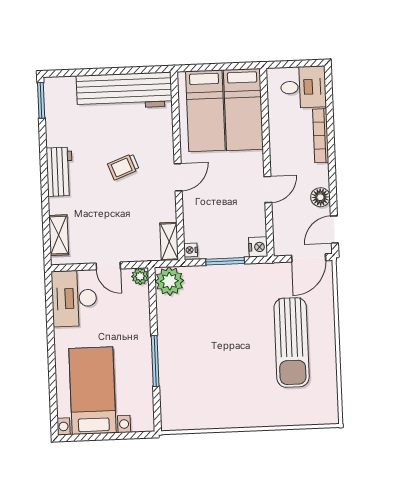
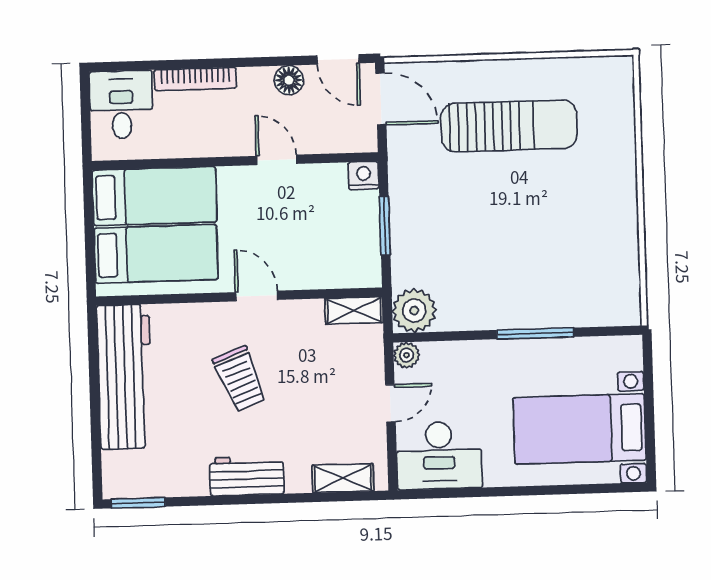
trolley: (123, 167) -> (240, 379), width x1.36, depth x1.39
nightstand: (191, 250) -> (367, 278), removed

